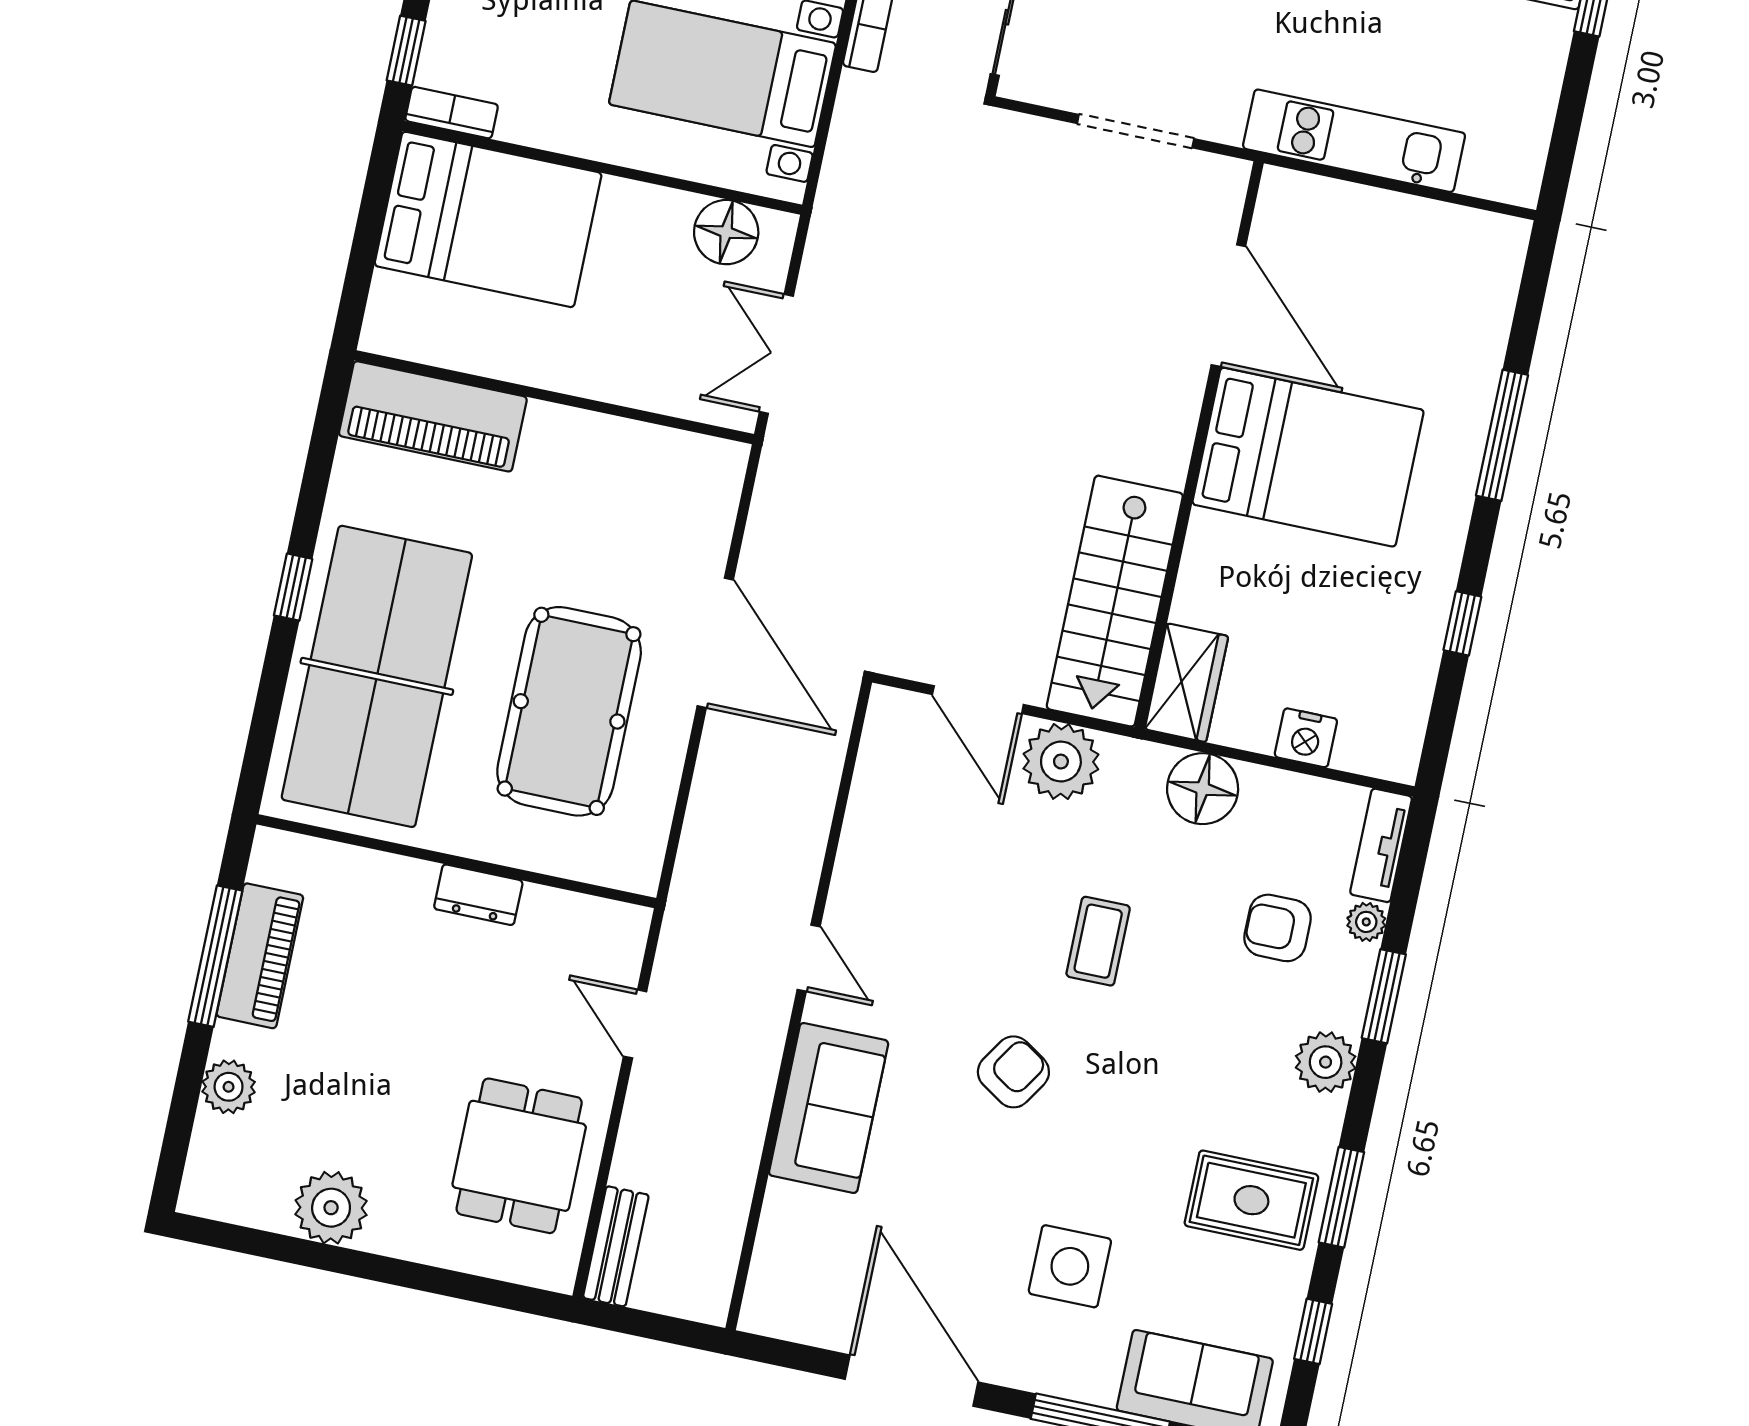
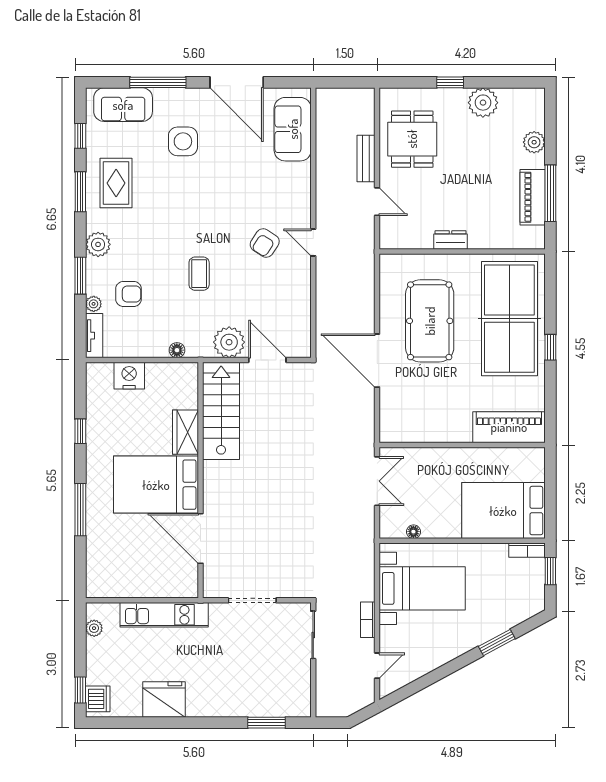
plant: (1529, 144) -> (94, 628), added
floor lamp: (726, 232) -> (413, 532), width x0.53, depth x0.53
wardrobe: (1186, 683) -> (186, 432), moved
nightstand: (1306, 738) -> (129, 376), width x1.36, depth x1.33
floor lamp: (1203, 789) -> (177, 350), width x0.53, depth x0.53
armchair: (1013, 1072) -> (265, 243), moved
sofa: (829, 1108) -> (293, 129), moved
rug: (1251, 1200) -> (116, 183), turned 90
bench: (616, 1246) -> (366, 159), moved
window: (400, 1273) -> (450, 82), added

